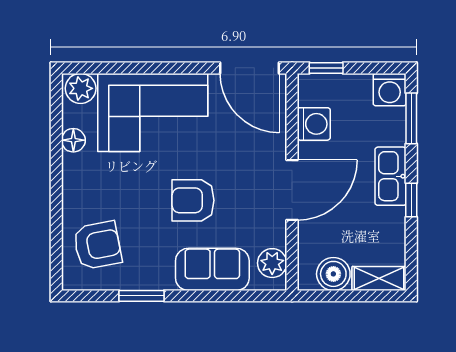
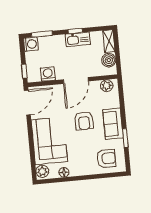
kitchen sink: (391, 176) -> (78, 39), moved
door: (292, 190) -> (76, 80), swing flipped
armchair: (97, 245) -> (106, 158), turned 101
sofa: (212, 269) -> (113, 124), moved

